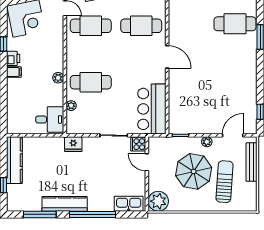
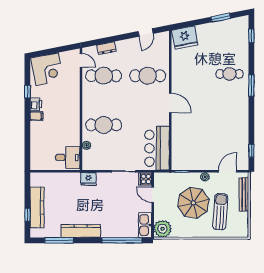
cafe table: (235, 24) -> (229, 74), width x0.73, depth x0.74
plant: (58, 78) -> (75, 121), removed
kitchen counter: (14, 160) -> (37, 207), moved
kitchen sink: (129, 204) -> (145, 225), moved, turned -90
window: (92, 214) -> (122, 240), moved

